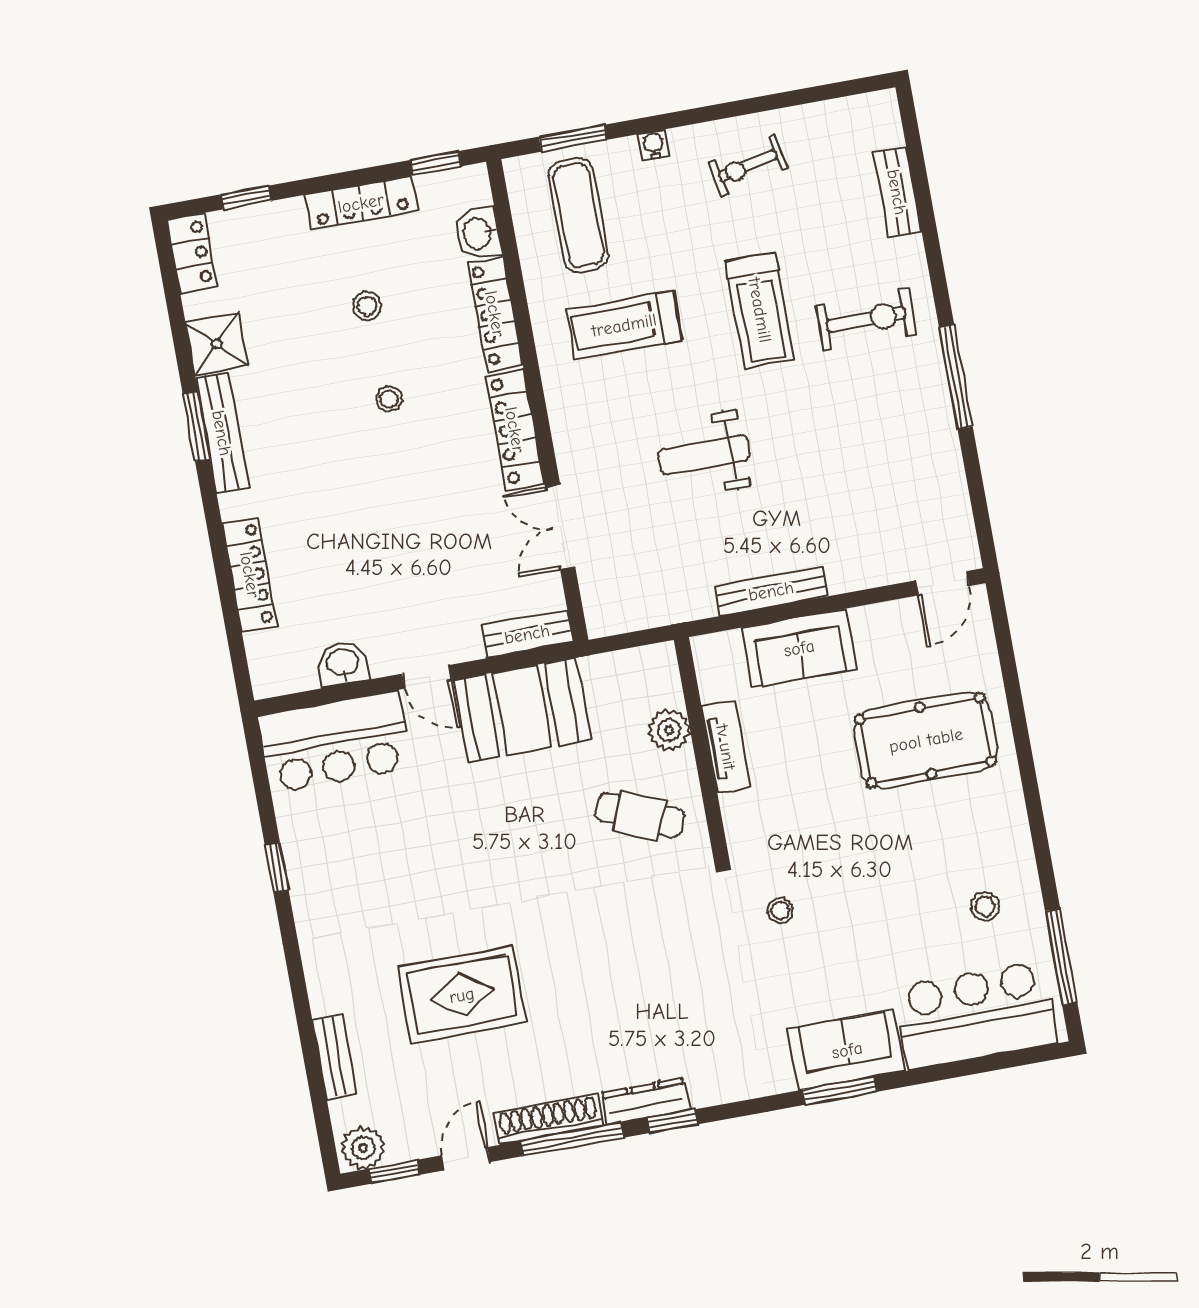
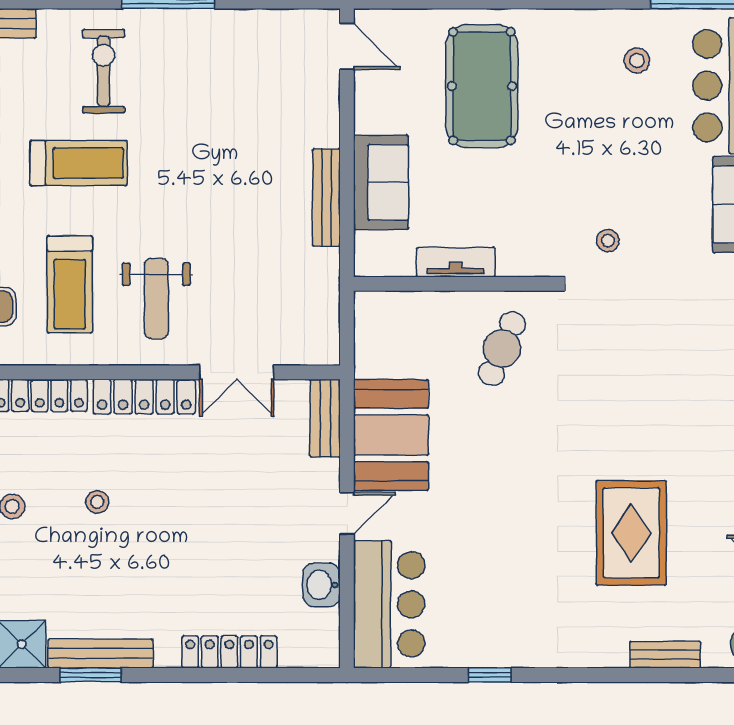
weight bench: (704, 455) -> (156, 298), moved
plant: (669, 730) -> (432, 309), removed

